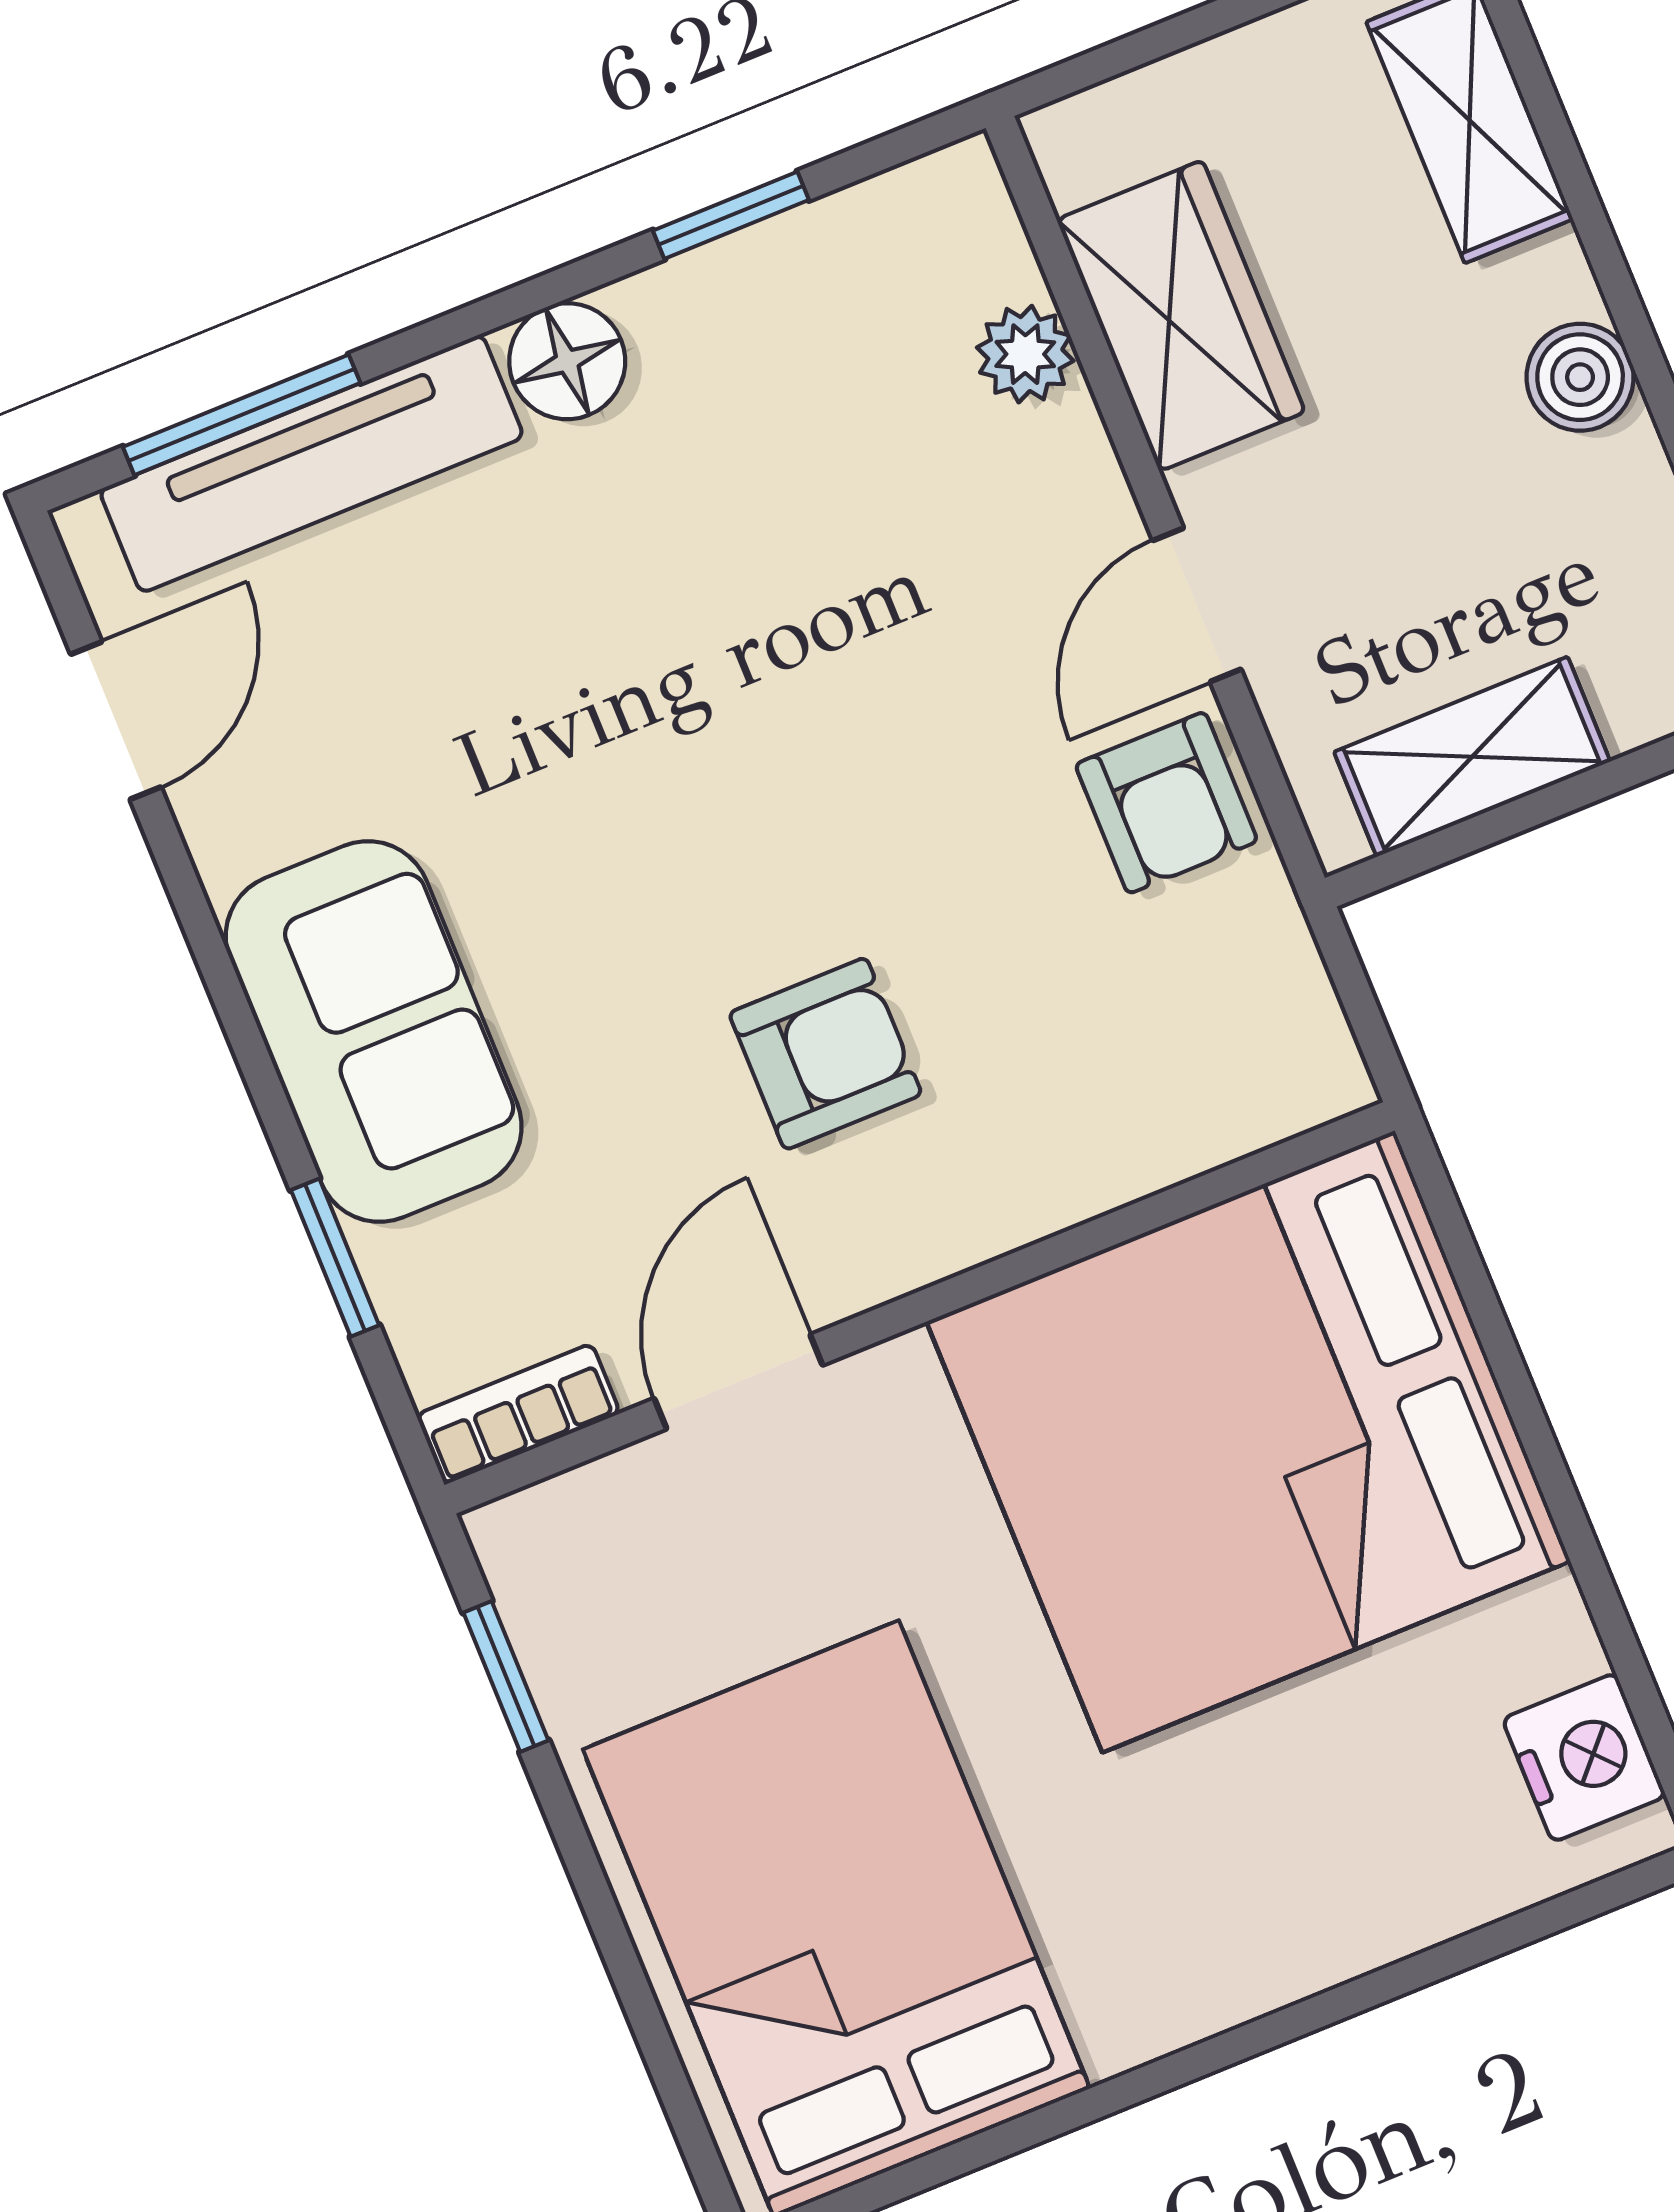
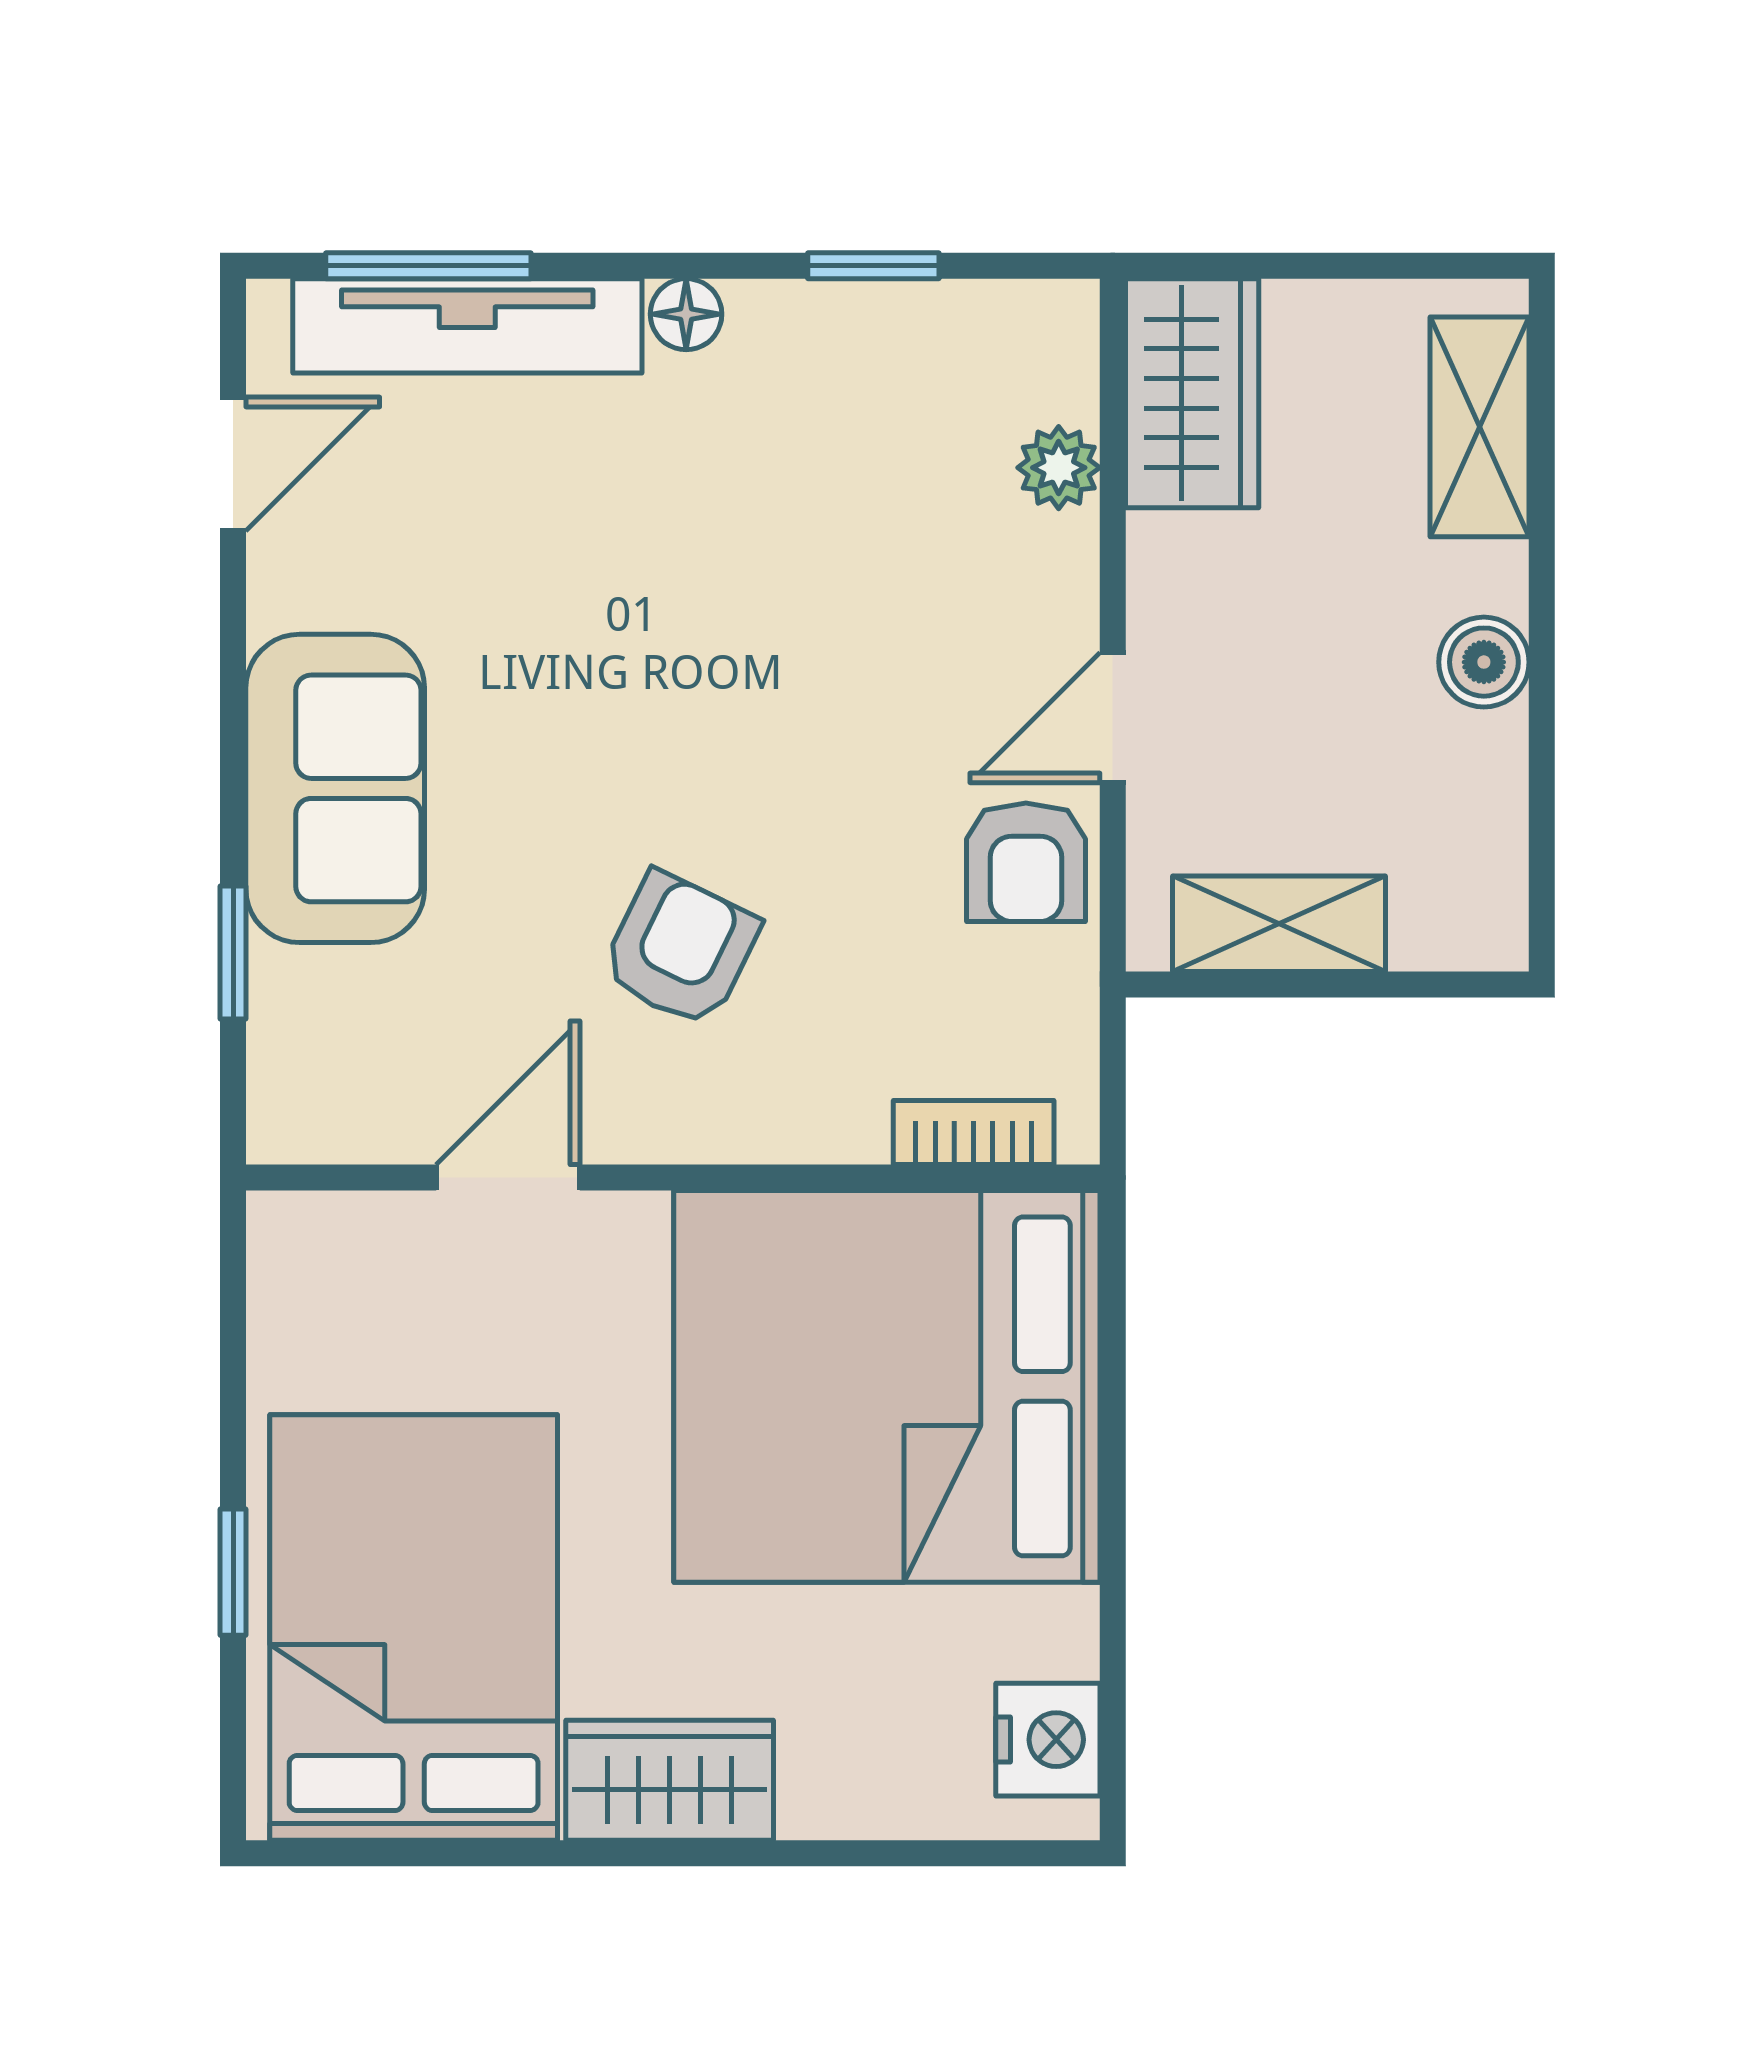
wardrobe: (1181, 316) -> (1192, 393), moved
floor lamp: (567, 361) -> (686, 314), width x0.73, depth x0.73
armchair: (825, 1054) -> (680, 949), turned -64
bookcase: (518, 1414) -> (974, 1133), moved
window: (506, 1676) -> (233, 1572), moved
wardrobe: (1187, 1972) -> (670, 1780), added

